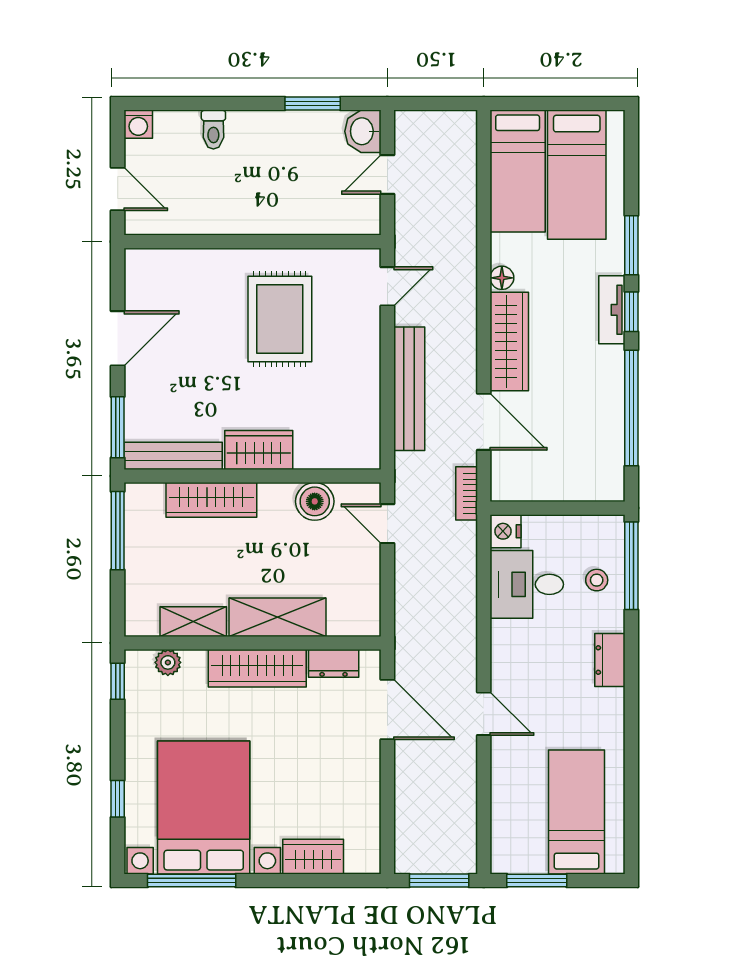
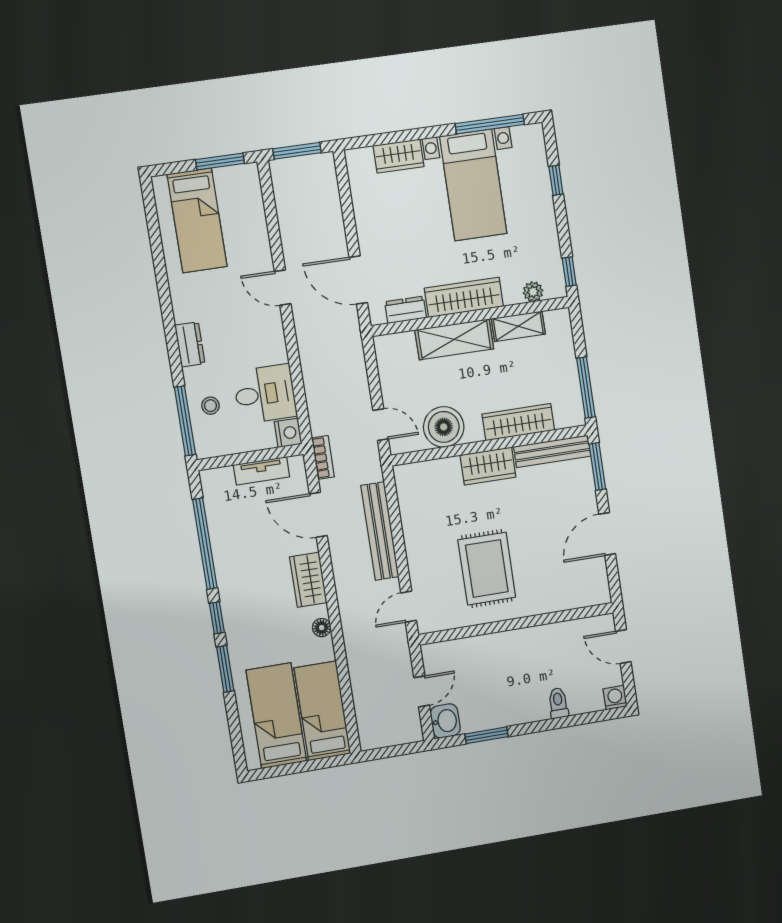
tv unit: (612, 310) -> (261, 471), moved, turned 90
wardrobe: (509, 342) -> (308, 580), width x0.67
boiler: (315, 501) -> (444, 427), width x1.37, depth x1.37
bed with nightstands: (204, 807) -> (473, 185), width x0.73

